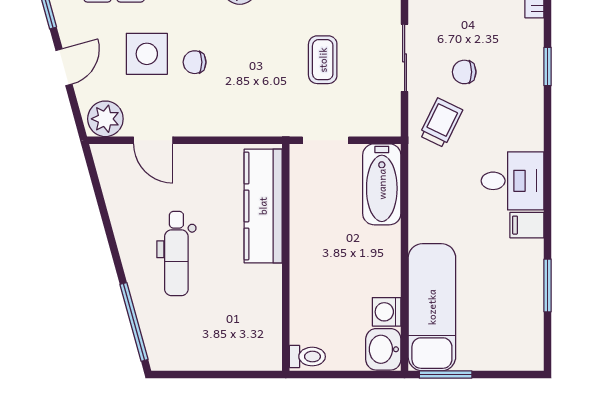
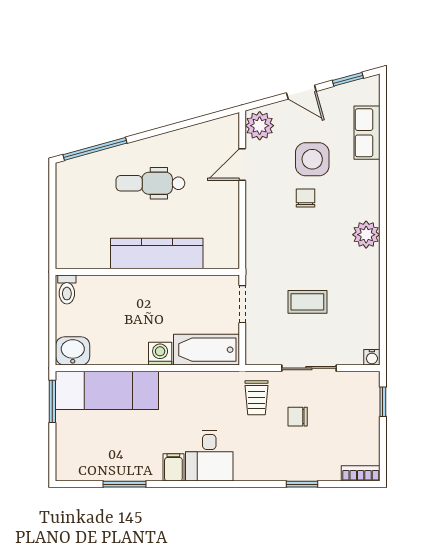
chair: (464, 72) -> (298, 417), turned -90
trolley: (441, 123) -> (256, 398), turned 64
kitchen counter: (263, 206) -> (157, 254), moved
washing machine: (387, 312) -> (160, 354), moved

